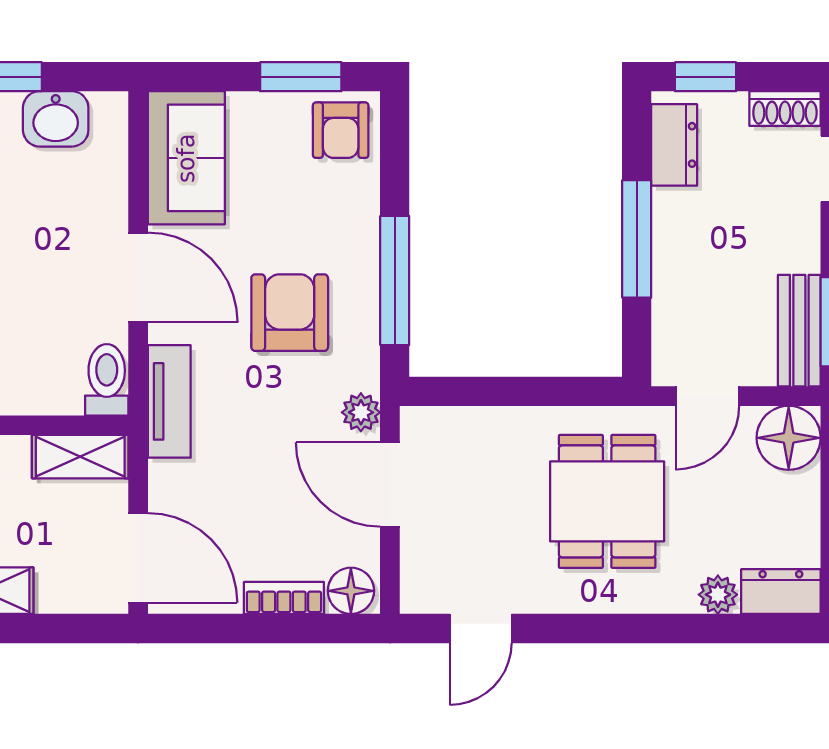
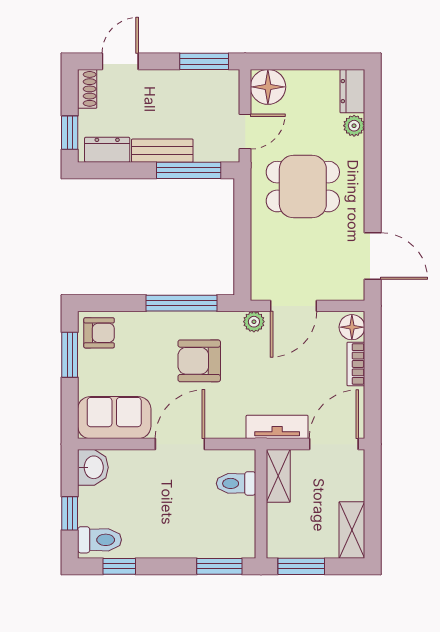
washbasin: (56, 119) -> (93, 467), moved
window: (637, 239) -> (189, 170), moved
bench: (799, 331) -> (162, 151), moved
toilet: (107, 380) -> (236, 483), moved
door: (707, 396) -> (245, 132), hinge flipped
tv unit: (169, 401) -> (277, 427), moved
door: (481, 628) -> (373, 256), width x1.38

